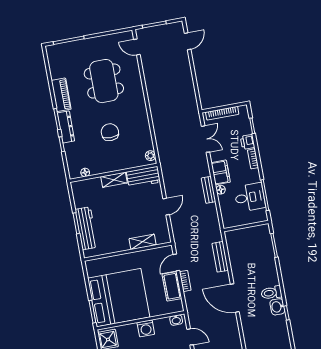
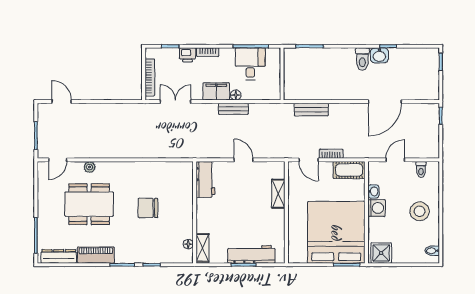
dresser: (66, 127) -> (59, 256), moved
plant: (150, 156) -> (90, 167), moved
shelving: (114, 180) -> (202, 248), moved
cot: (172, 286) -> (349, 170), moved
door: (235, 298) -> (385, 102), moved
washbasin: (176, 320) -> (373, 191), moved

